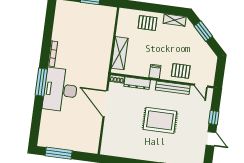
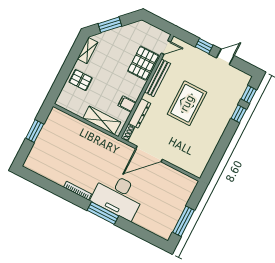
pallet: (147, 23) -> (81, 80), turned 90
pallet: (181, 71) -> (143, 63), width x1.50, depth x1.42
filing cabinet: (155, 72) -> (127, 104), moved

